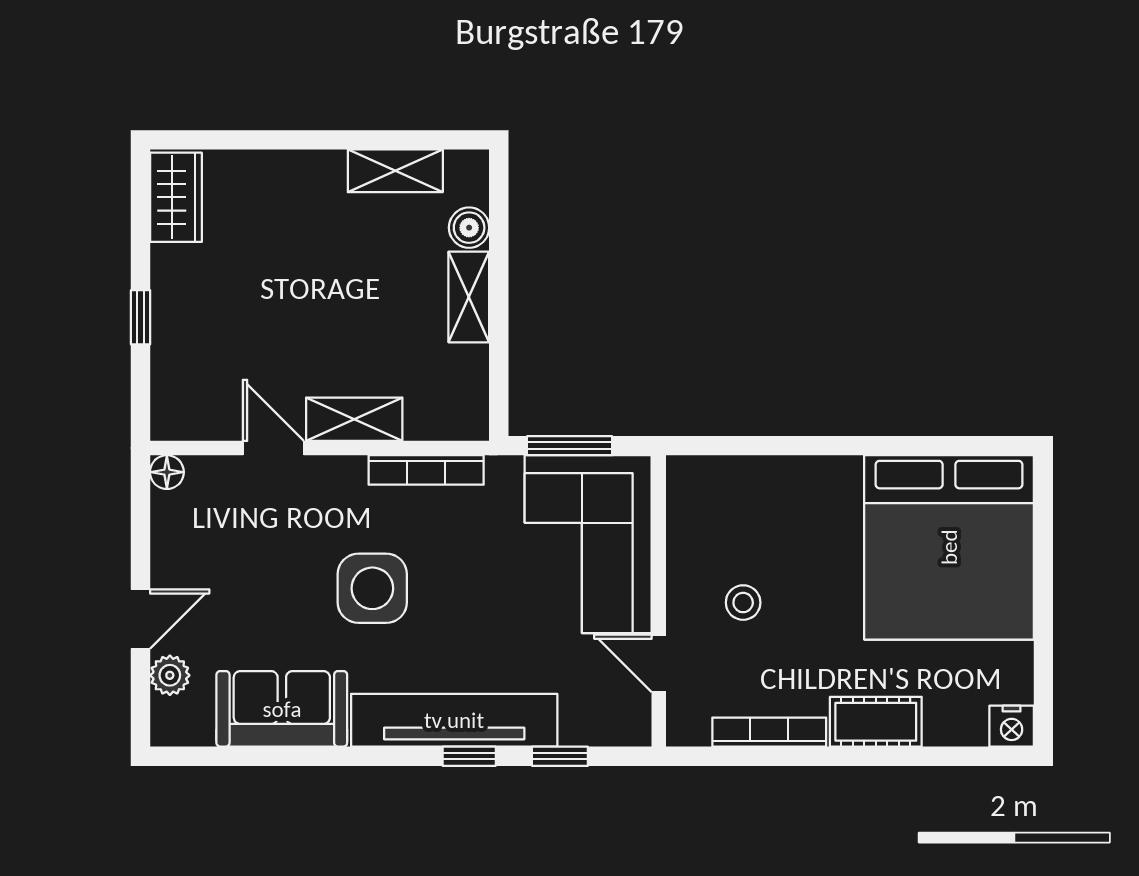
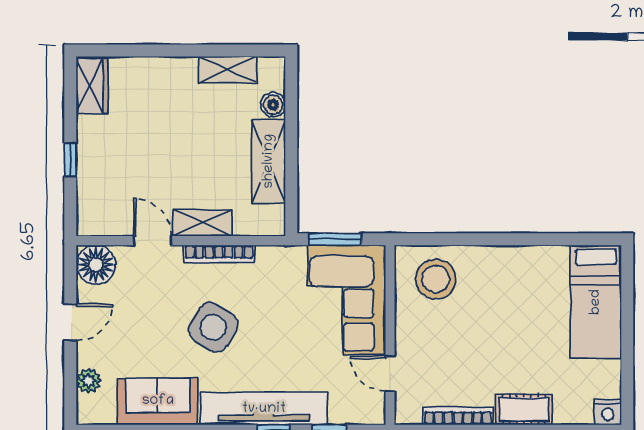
shelving: (469, 297) -> (269, 161), width x1.50, depth x1.33
bookcase: (426, 470) -> (219, 254), moved
floor lamp: (167, 472) -> (96, 265), width x1.89, depth x1.89
bed: (949, 547) -> (596, 302), width x0.49
side table: (372, 588) -> (213, 327), turned 30
stool: (743, 603) -> (436, 279), moved, width x1.89, depth x1.89
door: (140, 619) -> (70, 322), moved

